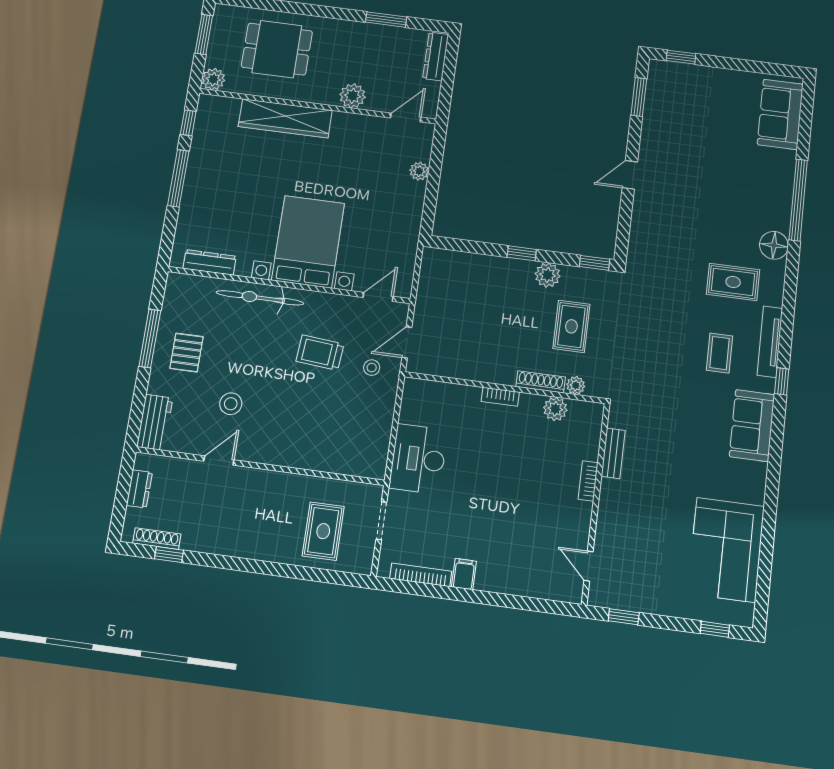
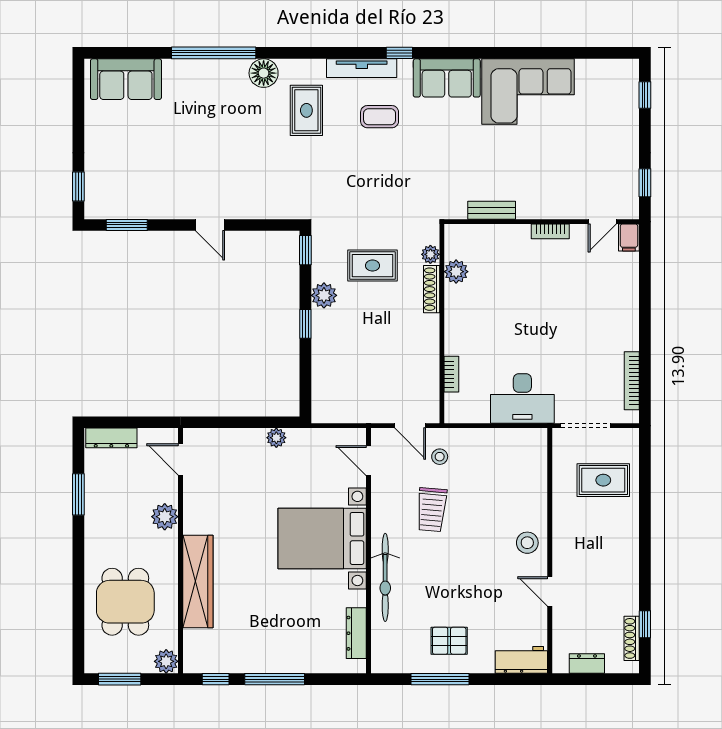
plant: (419, 171) -> (276, 438), moved
bookcase: (500, 397) -> (451, 374), moved
stool: (231, 404) -> (527, 543), moved
bookcase: (588, 481) -> (550, 231), moved
doorway: (381, 521) -> (586, 426), width x1.38
corner sofa: (726, 550) -> (528, 92), moved
filing cabinet: (464, 574) -> (629, 238), moved, turned -90

